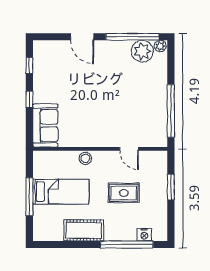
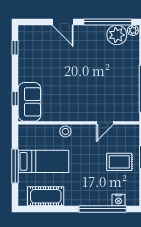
window: (29, 99) -> (15, 99), moved
door: (129, 149) -> (105, 123), hinge flipped
rug: (124, 193) -> (119, 162), moved
cot: (84, 230) -> (46, 196), moved

